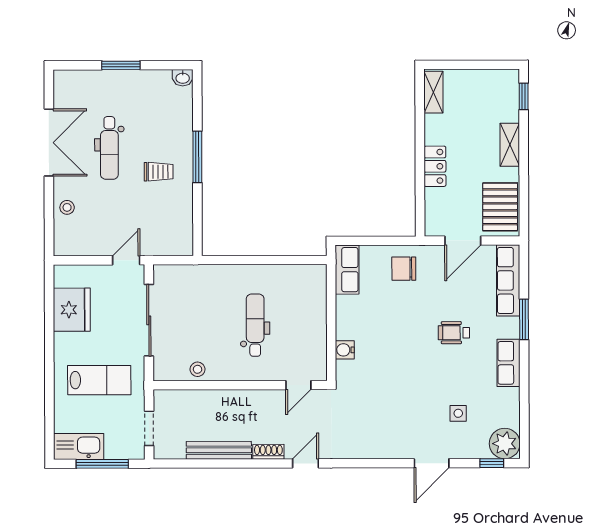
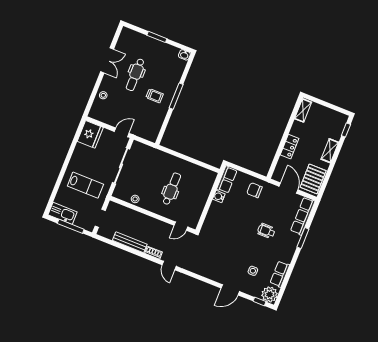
double door: (49, 143) -> (107, 60), width x0.73
door: (463, 241) -> (288, 188), swing flipped
fridge: (72, 310) -> (90, 134), moved
water cooler: (345, 350) -> (219, 197), moved
row of seats: (508, 363) -> (280, 274), moved
door: (305, 463) -> (169, 265), swing flipped

